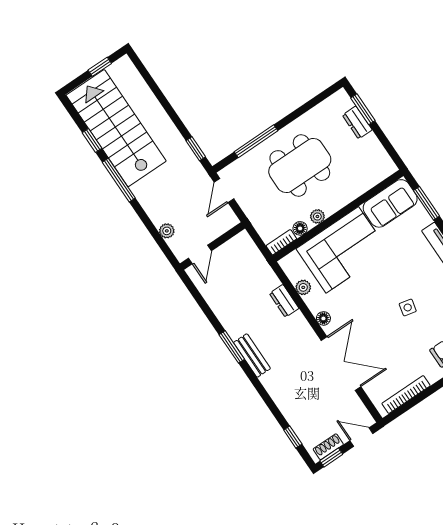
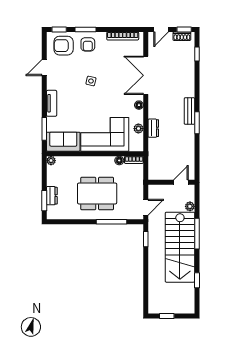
stairs: (116, 128) -> (180, 247), moved
window: (119, 180) -> (197, 234), moved
plant: (317, 216) -> (51, 161), moved
door: (361, 437) -> (161, 30), hinge flipped

